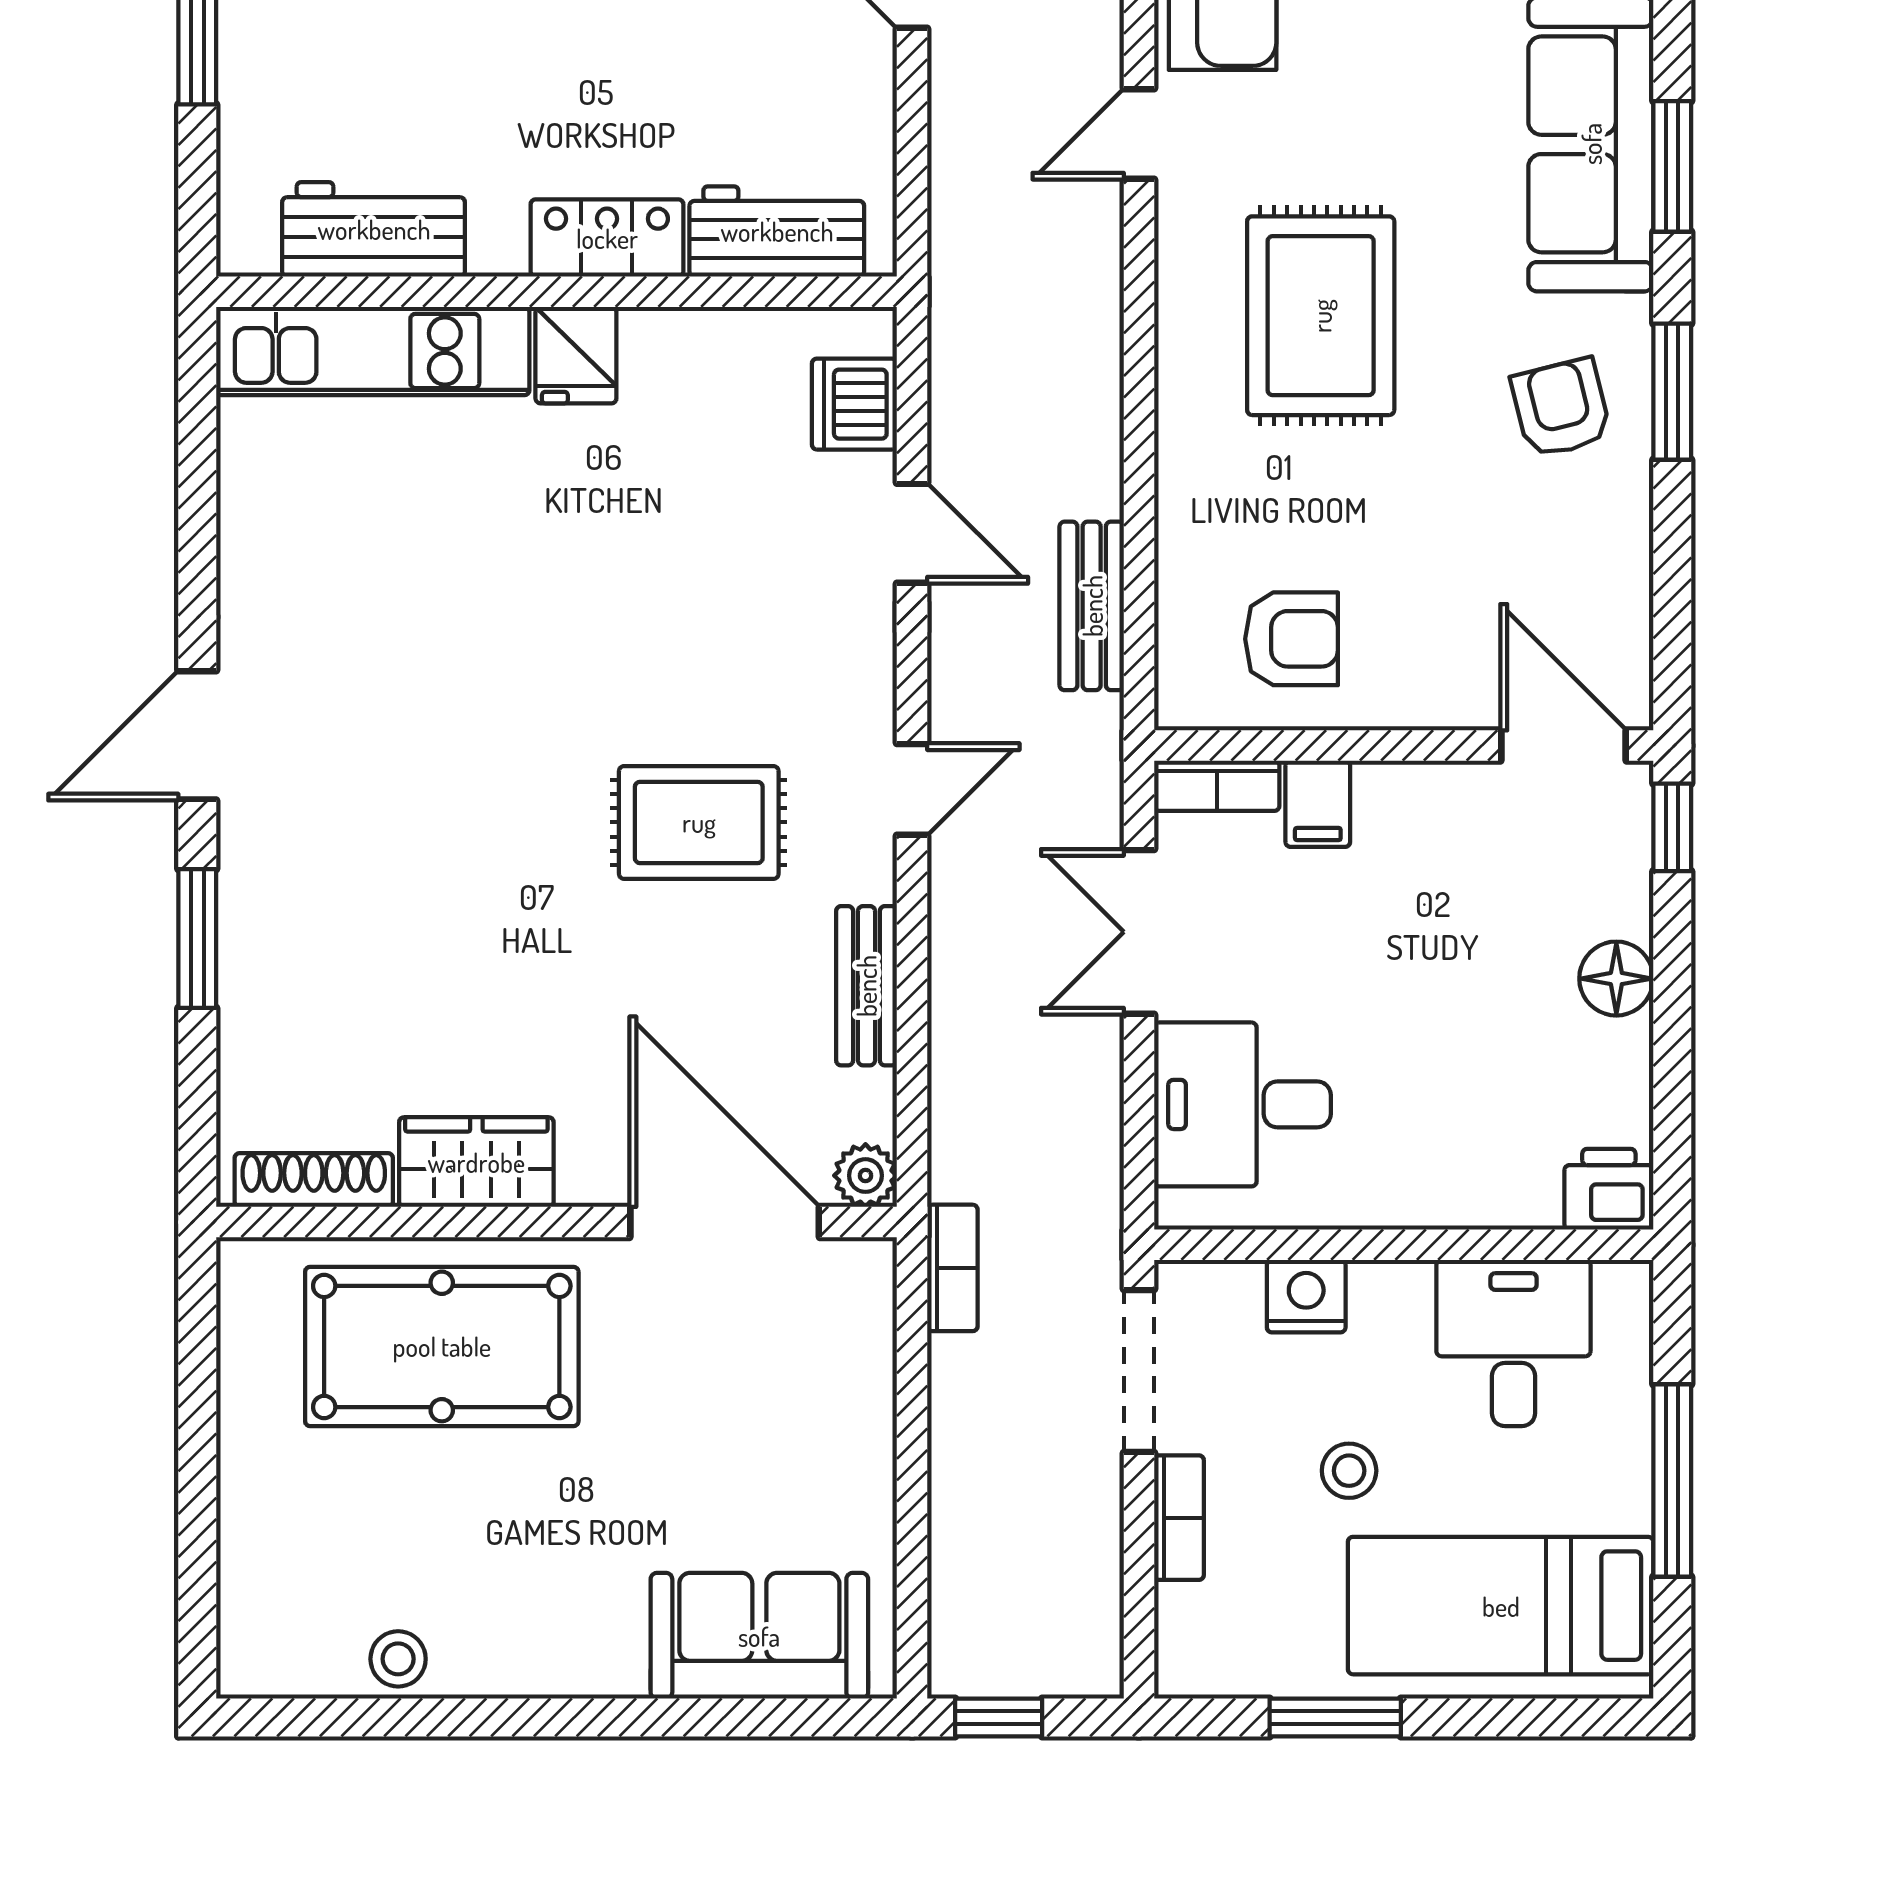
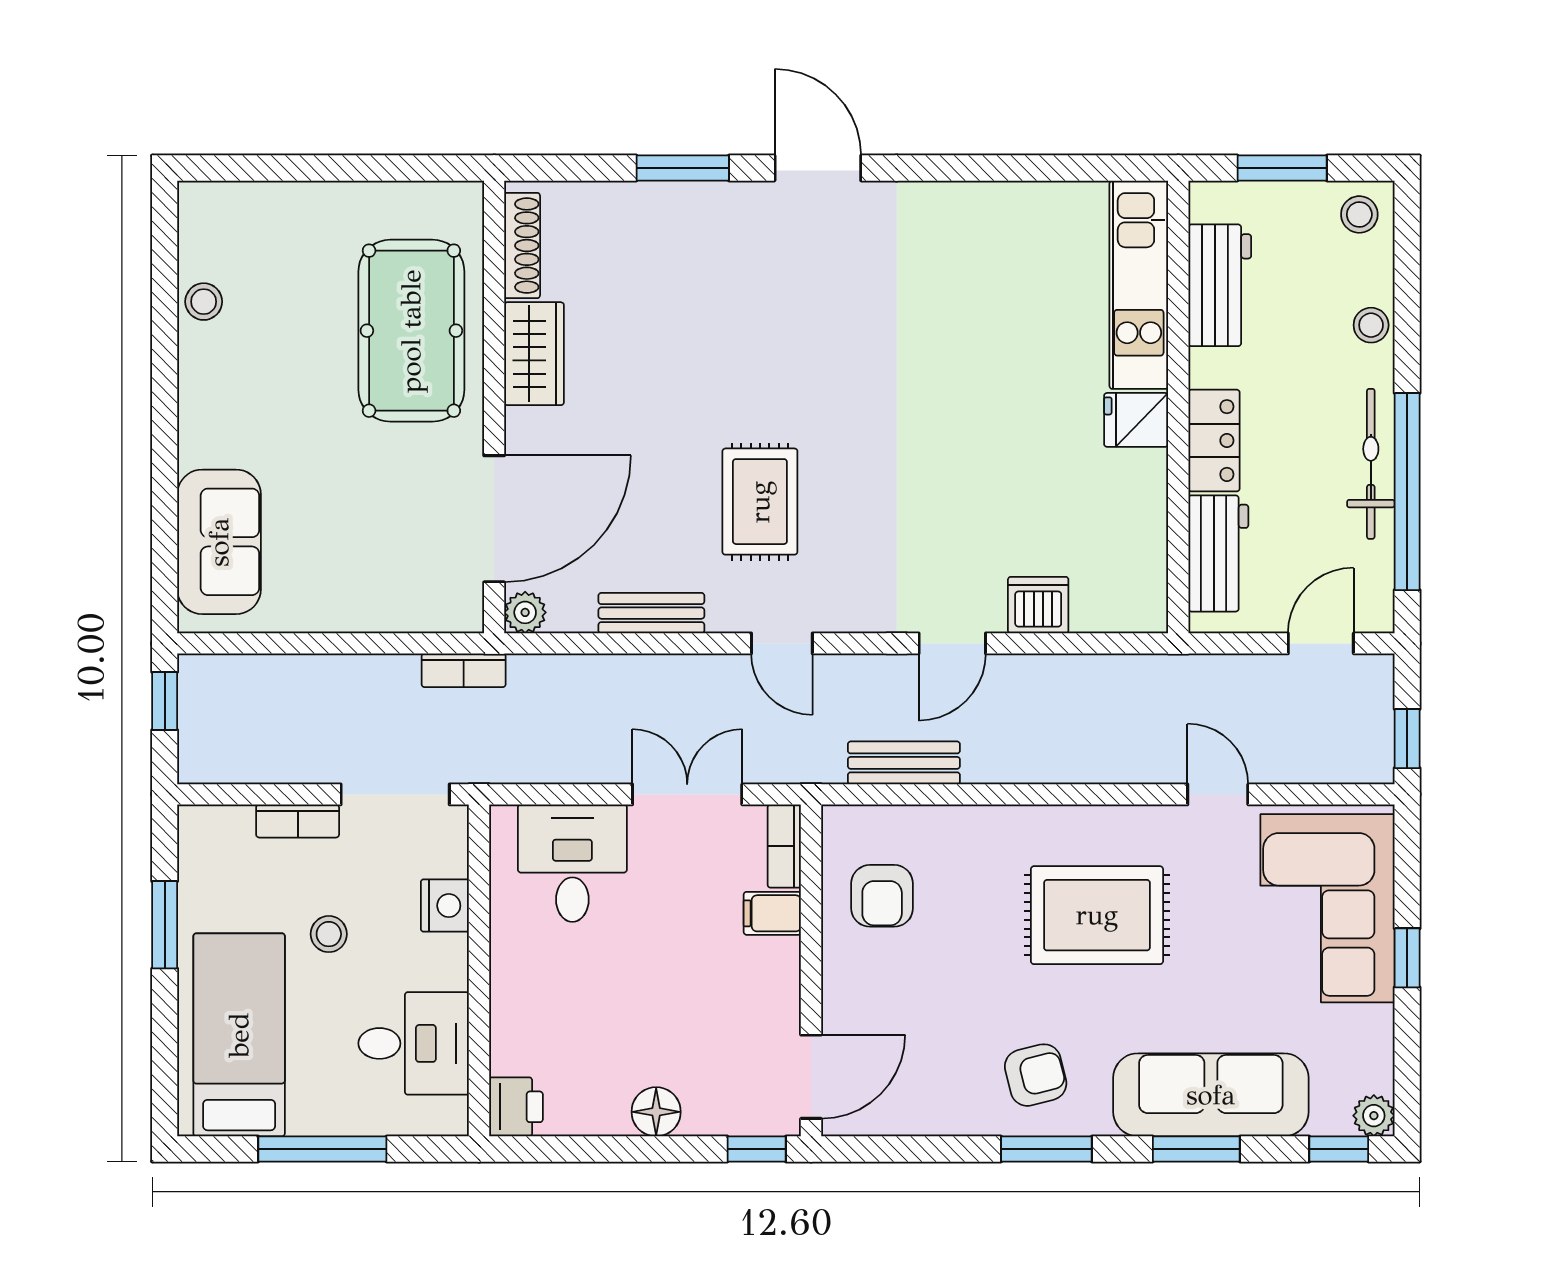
workbench: (374, 229) -> (1220, 285), moved
workbench: (777, 231) -> (1218, 553), moved
locker: (607, 238) -> (1214, 441), moved
wall: (557, 292) -> (1178, 407), moved
kitchen unit: (373, 351) -> (1139, 285), moved
fridge: (576, 355) -> (1136, 420), moved

